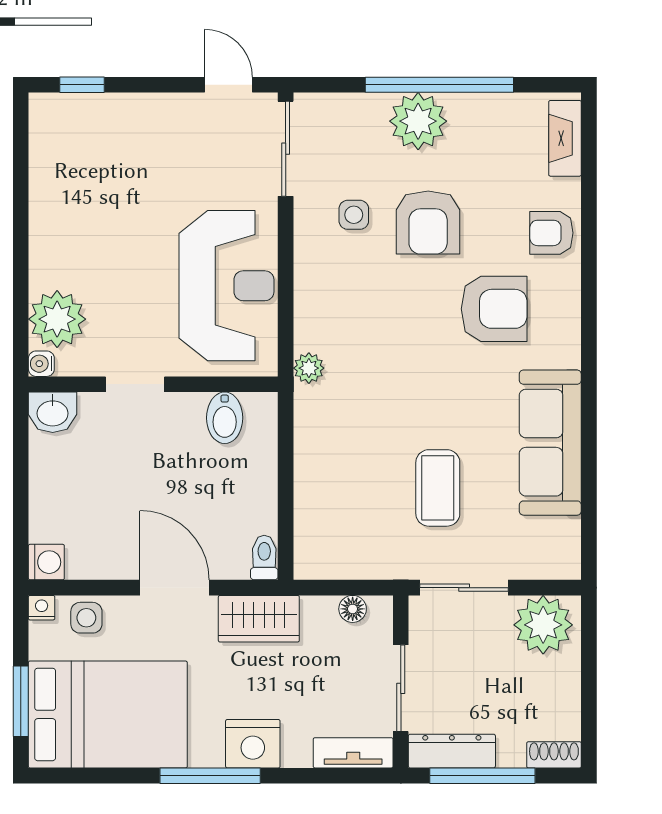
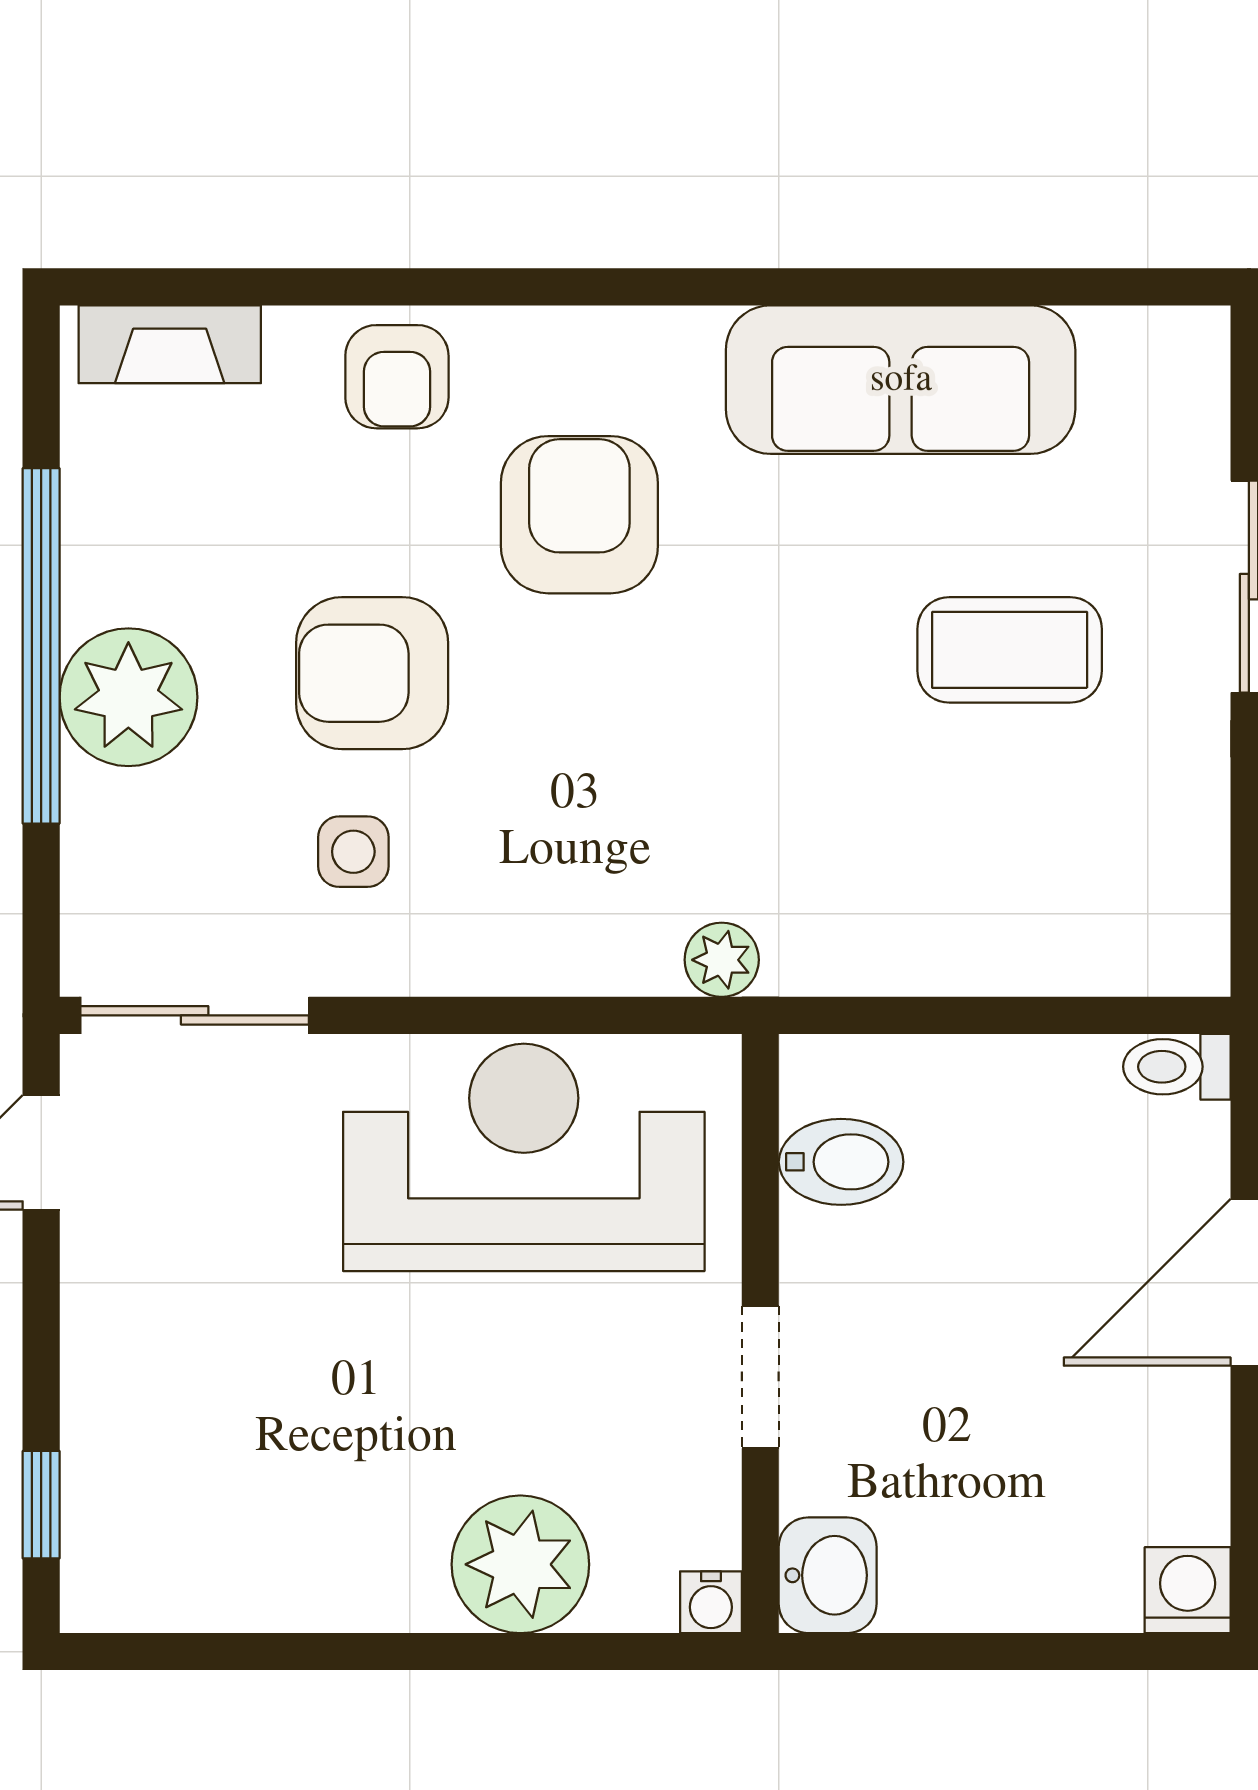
armchair: (428, 223) -> (372, 673), turned 180
plant: (57, 319) -> (520, 1564), moved

